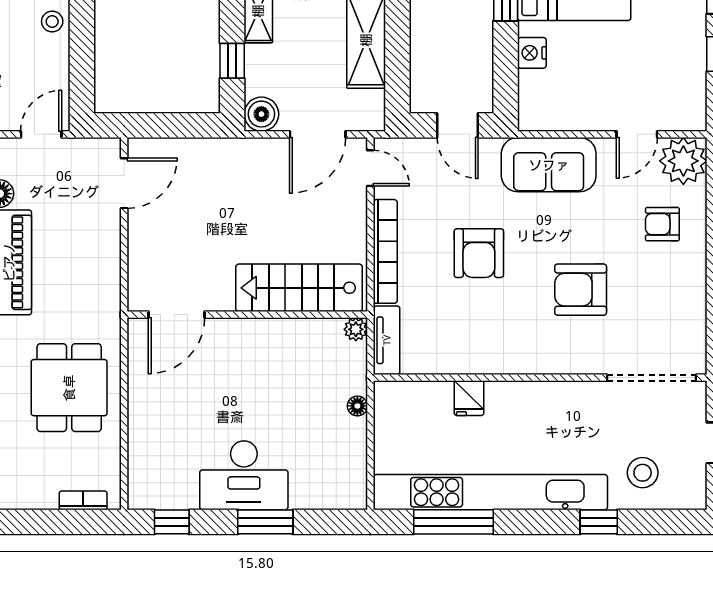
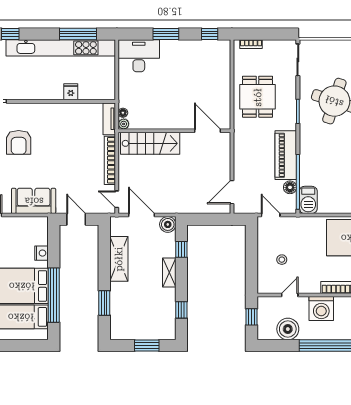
stool: (52, 21) -> (282, 260), moved
door: (41, 134) -> (271, 215), swing flipped
door: (318, 134) -> (142, 215), hinge flipped
armchair: (479, 253) -> (66, 160), removed
armchair: (581, 290) -> (19, 142), turned 90
door: (176, 315) -> (207, 131), hinge flipped
floor lamp: (357, 406) -> (123, 113), moved
desk: (244, 475) -> (139, 56), moved

